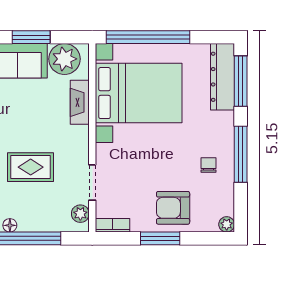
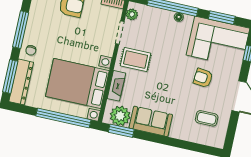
window: (31, 37) -> (121, 131), moved
chair: (208, 165) -> (31, 50), moved
rug: (31, 167) -> (136, 60), moved

